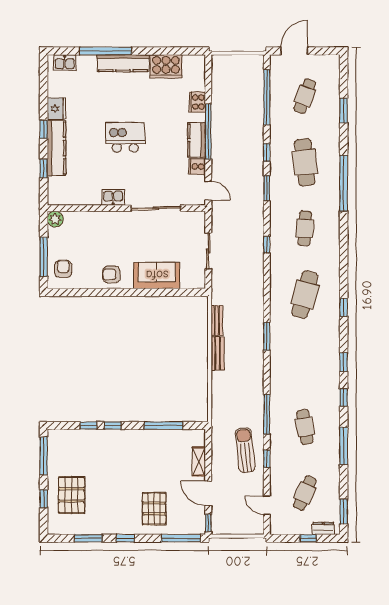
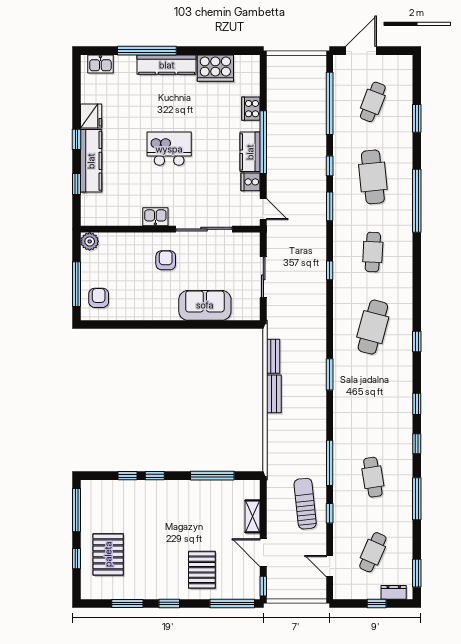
armchair: (111, 274) -> (166, 260), moved, turned 90

